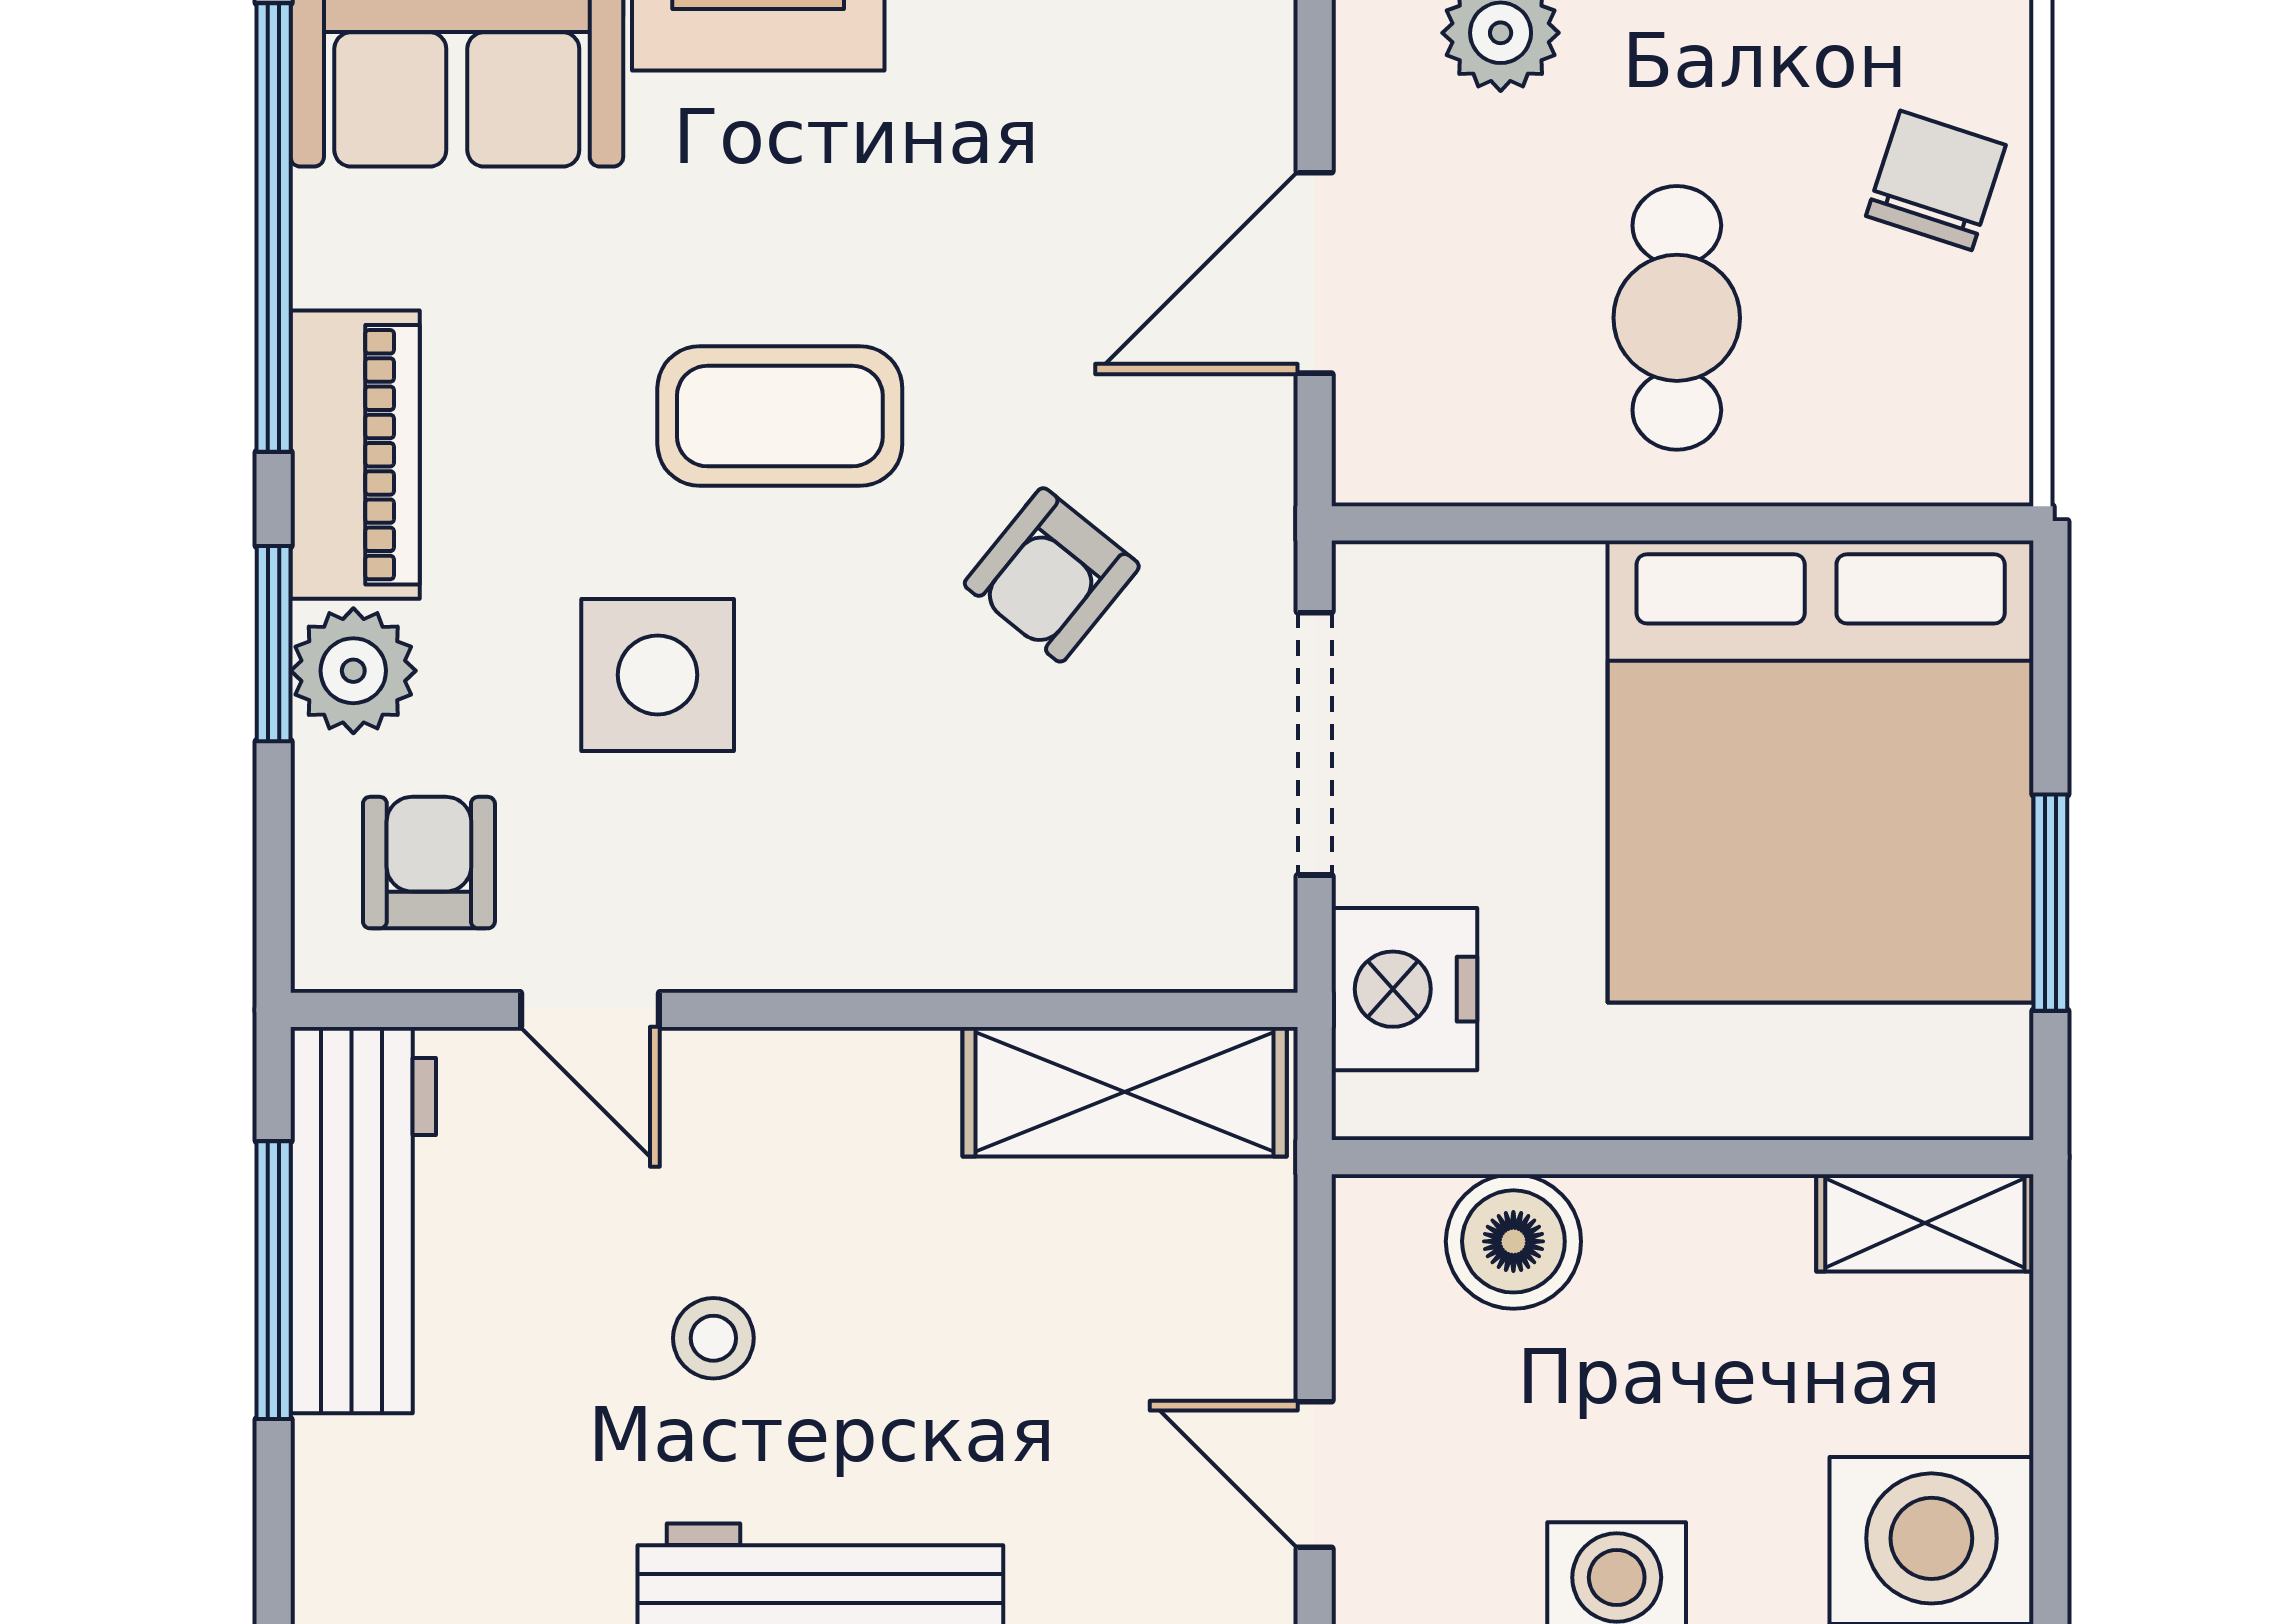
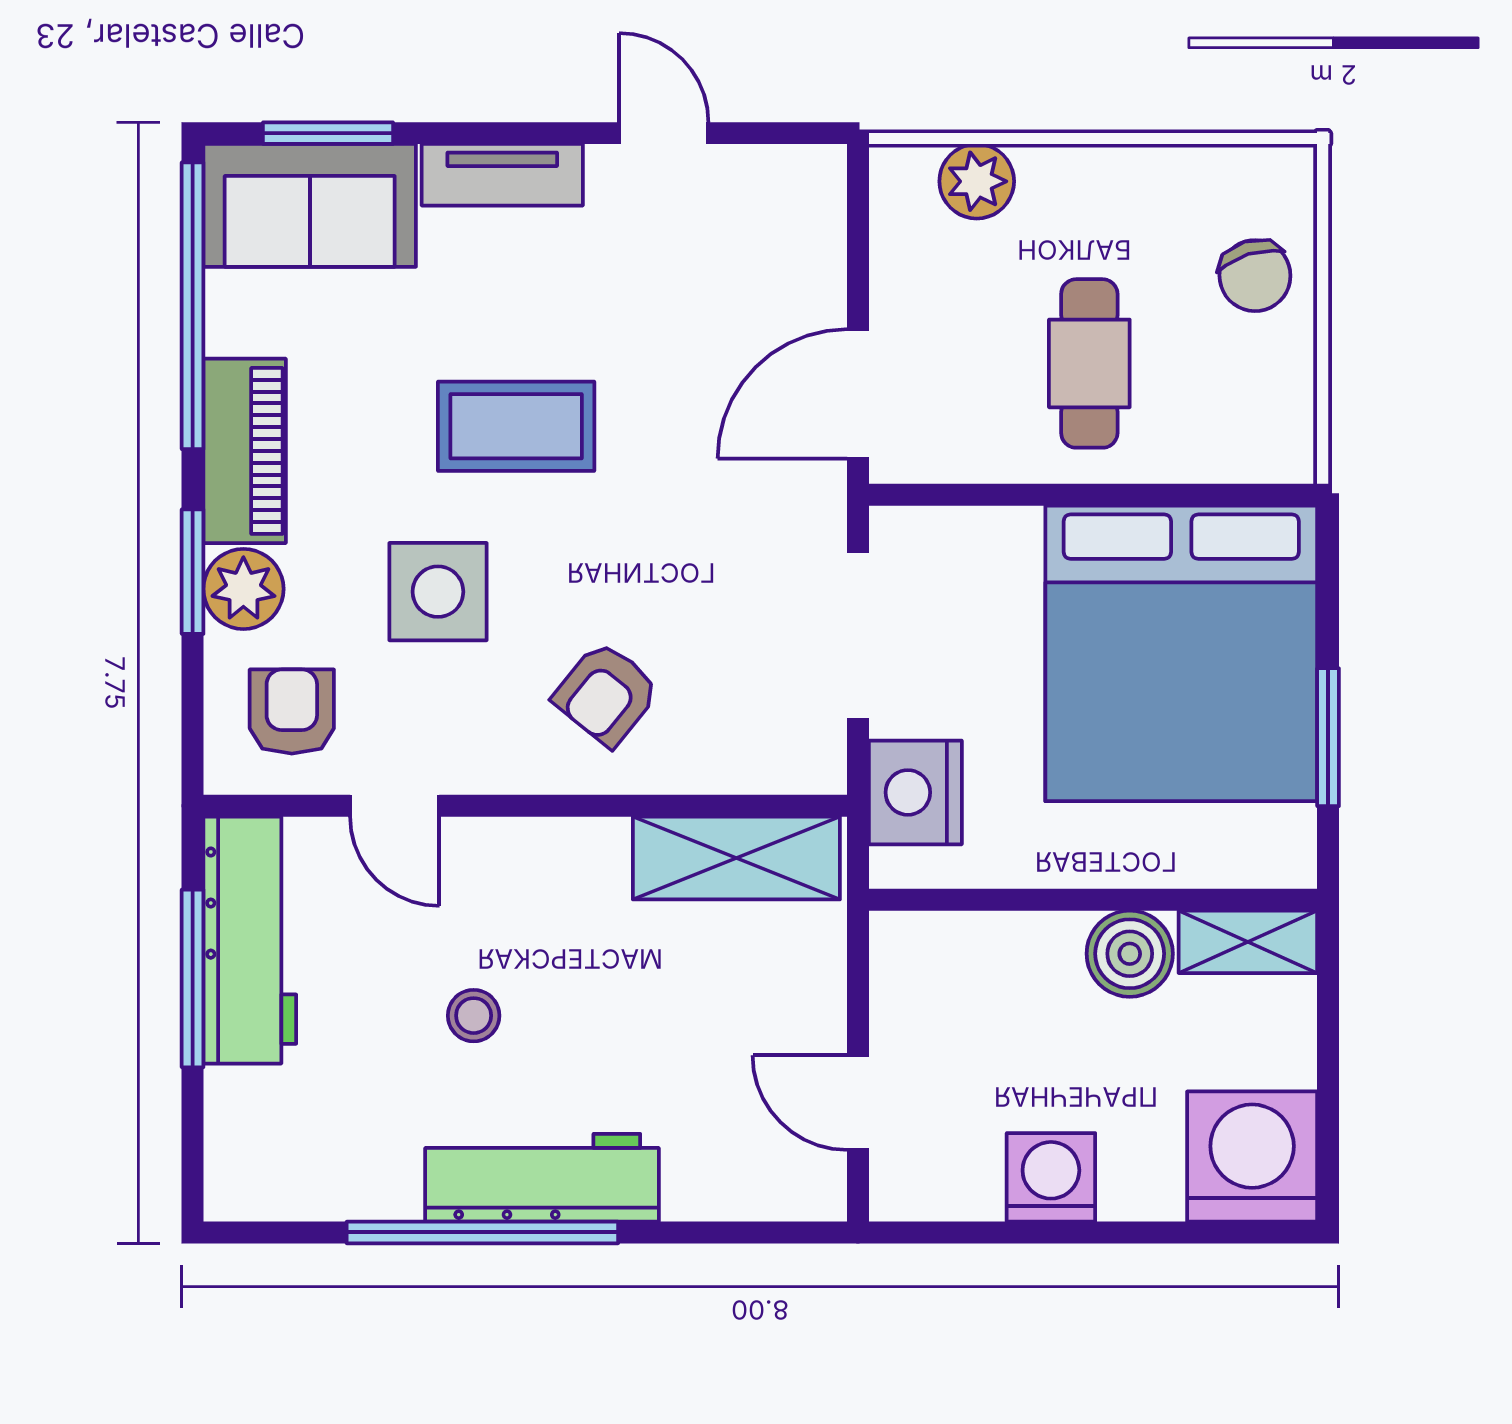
chair: (1936, 180) -> (1255, 276), turned 145
door: (1315, 273) -> (858, 394), moved
armchair: (1052, 575) -> (606, 694), moved
boiler: (1513, 1241) -> (1130, 954), moved

